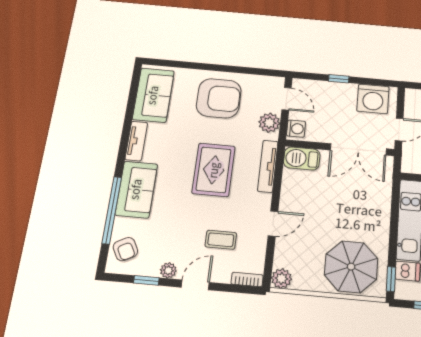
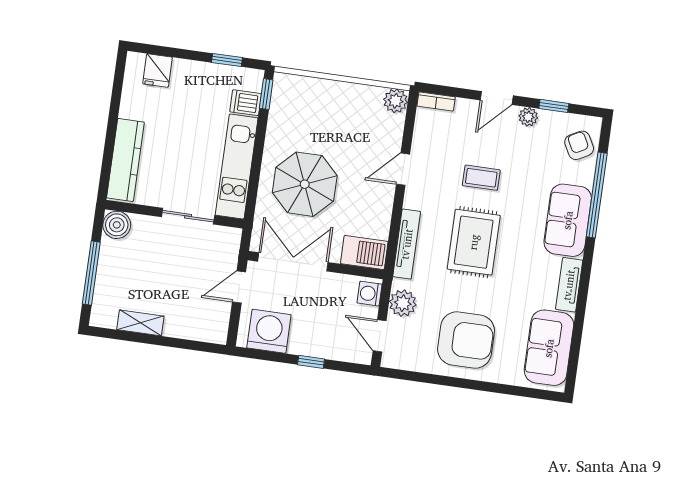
armchair: (219, 98) -> (466, 340), turned 180
coffee table: (221, 240) -> (481, 178), moved
parasol: (351, 267) -> (305, 184), moved

